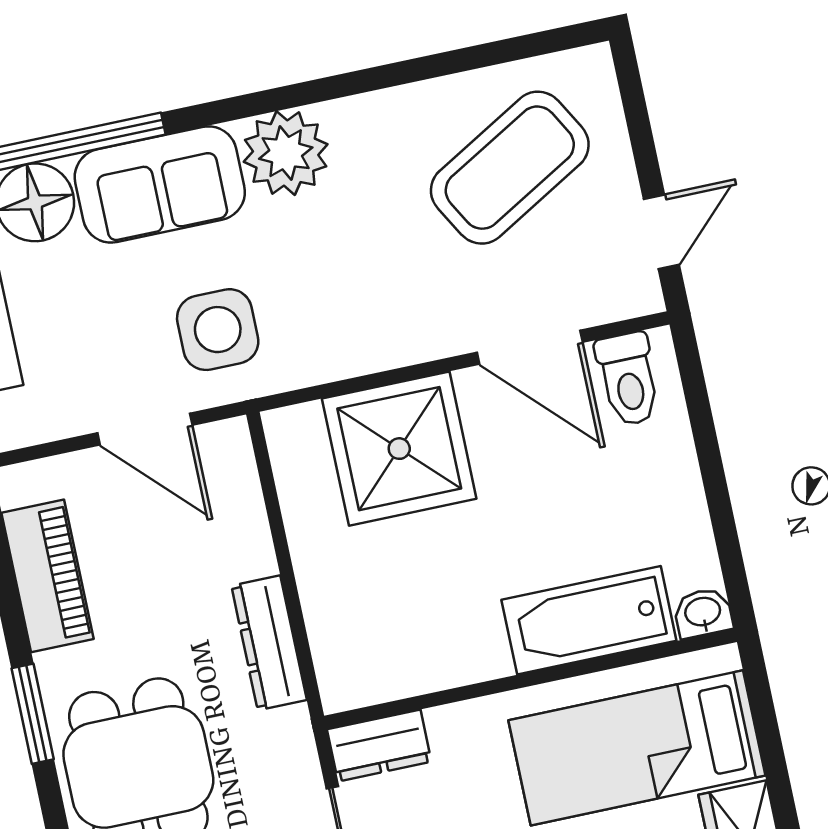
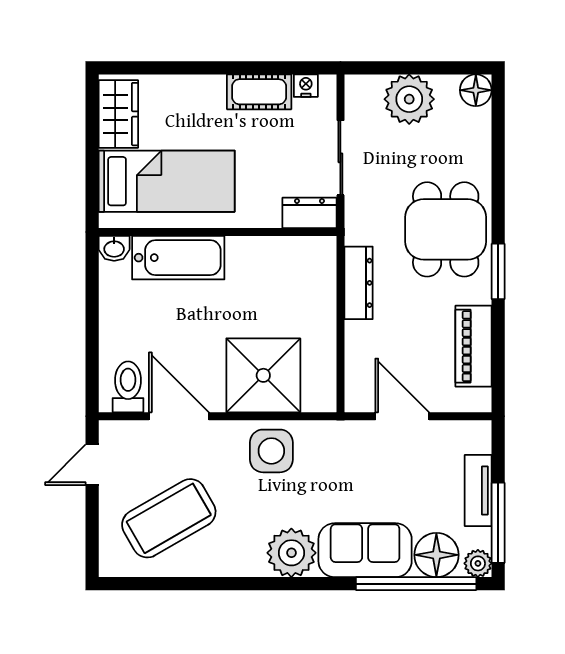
side table: (218, 330) -> (271, 451), moved

